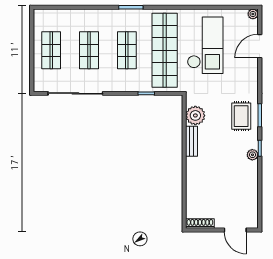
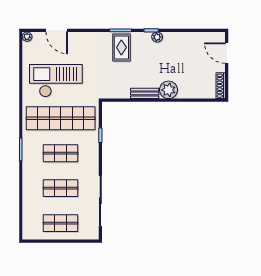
plant: (195, 115) -> (169, 90), moved
rug: (241, 116) -> (121, 47), turned 90
door: (235, 230) -> (227, 53), swing flipped

